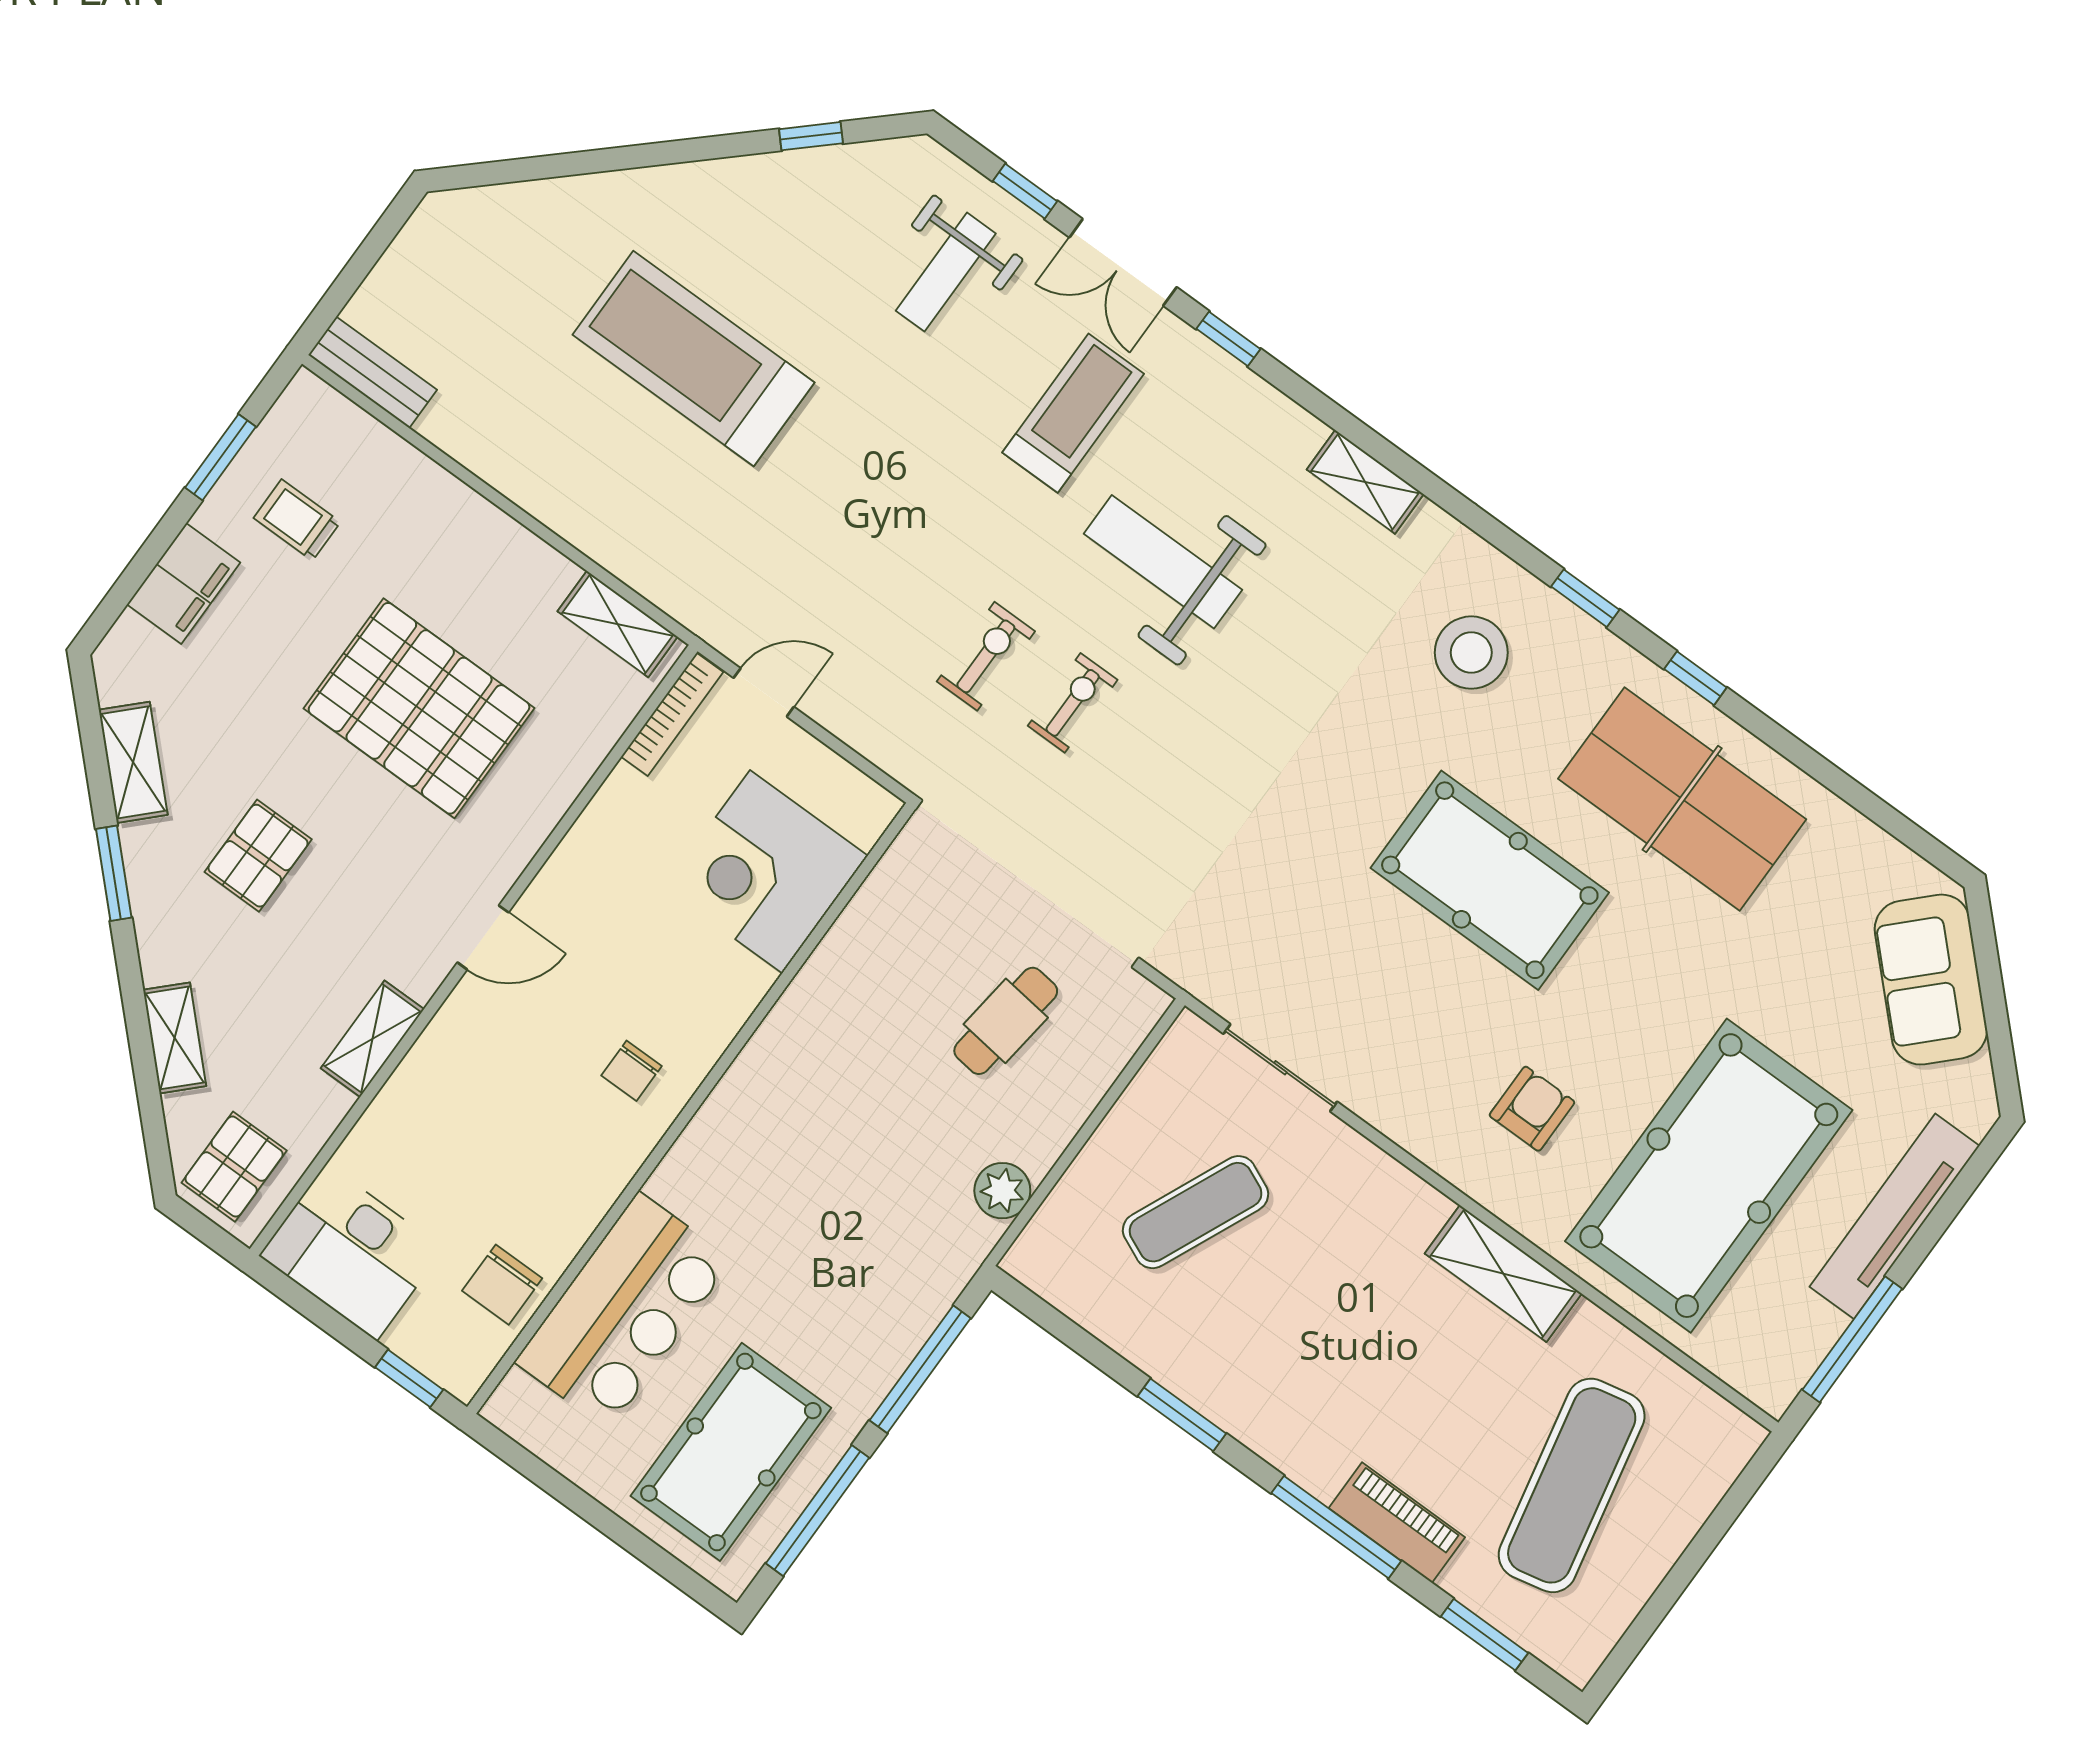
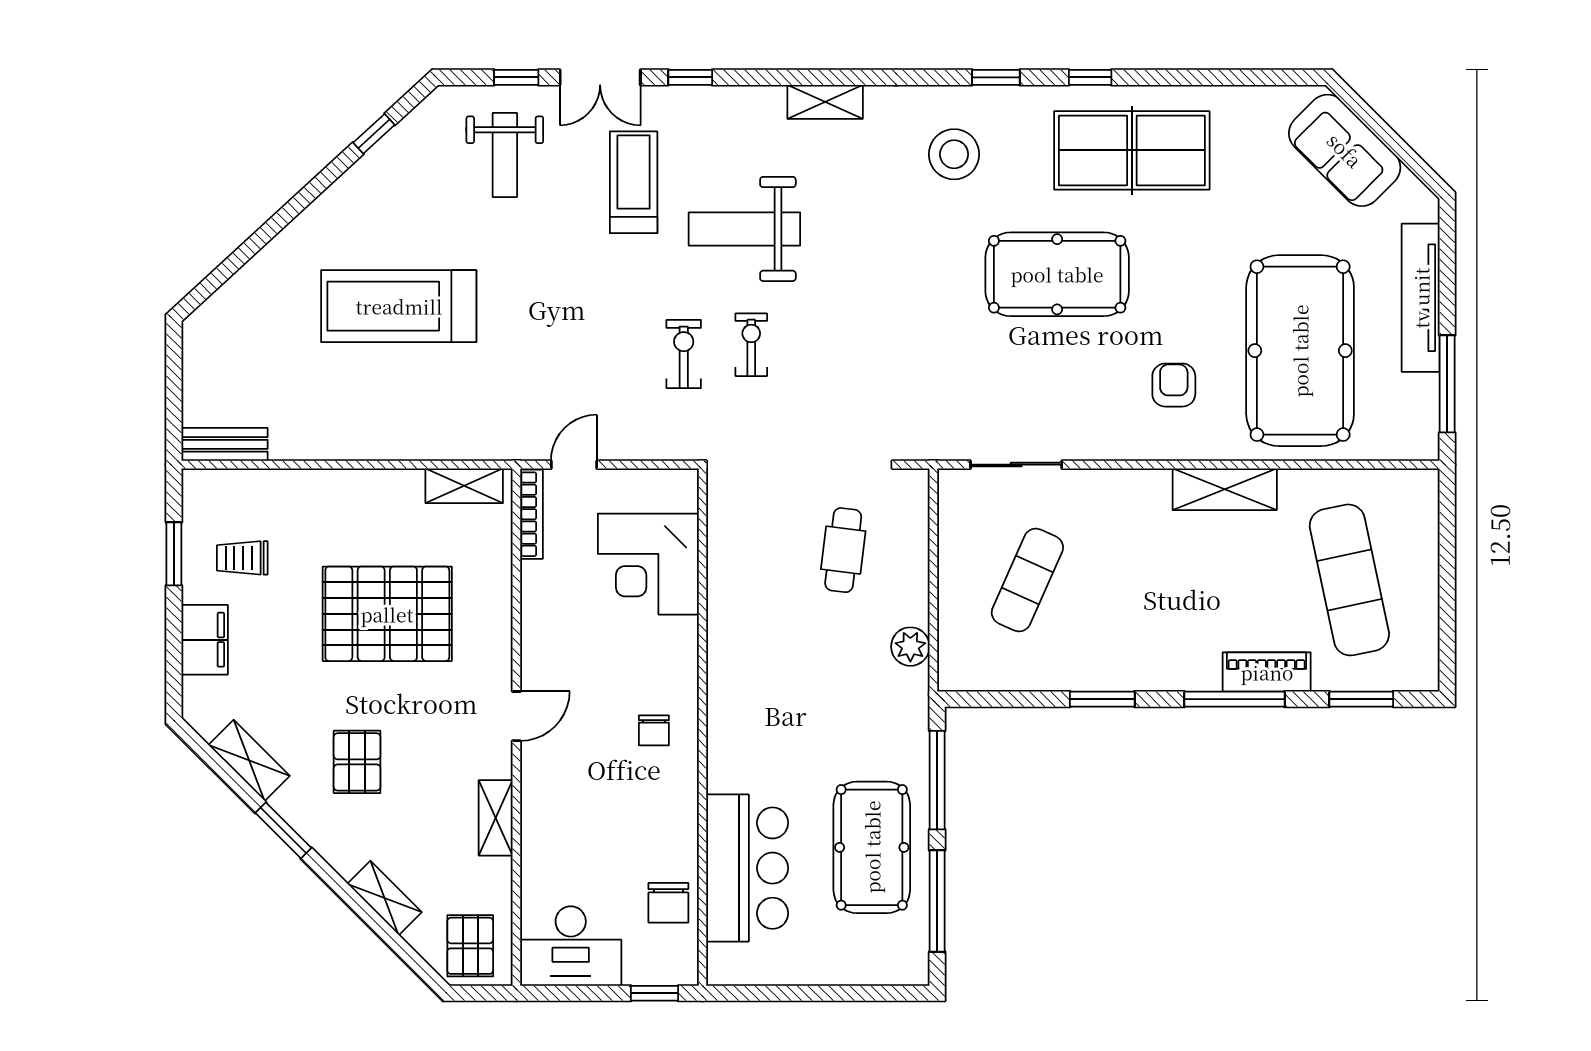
pool table: (731, 1452) -> (872, 847), moved

